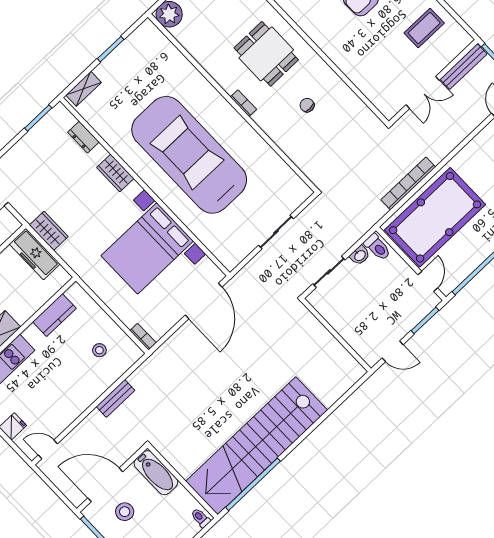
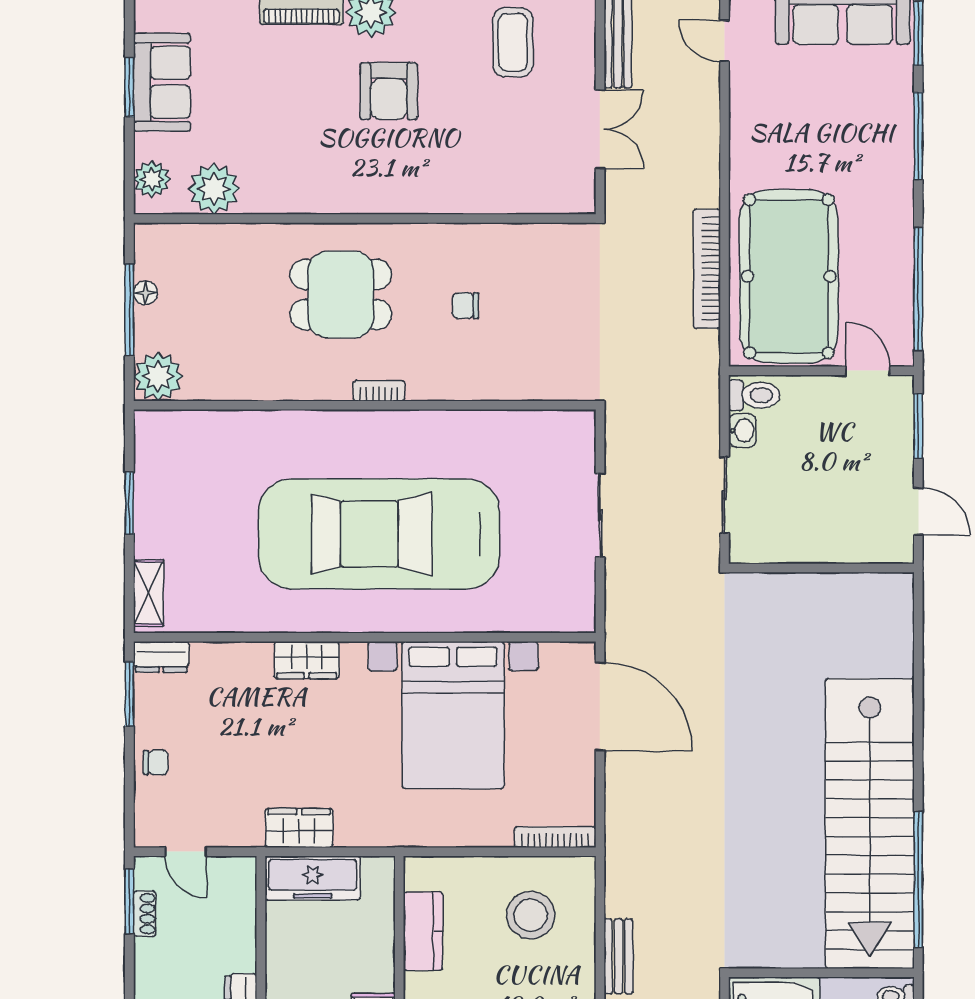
dresser: (83, 137) -> (161, 657), moved
chair: (22, 153) -> (156, 763), added
bookcase: (143, 337) -> (555, 837), width x1.56
stool: (99, 350) -> (531, 915), width x1.89, depth x1.89
door: (393, 351) -> (918, 511), hinge flipped

